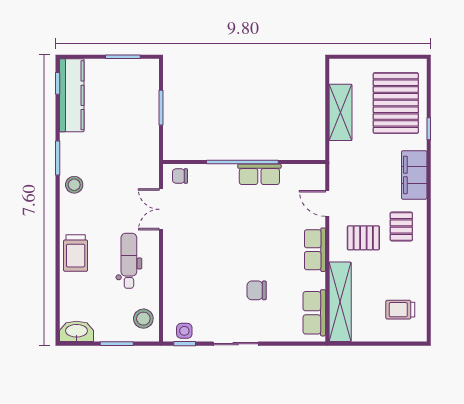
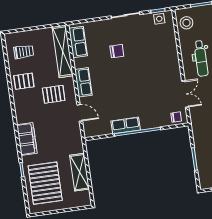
pallet: (401, 227) -> (24, 81), moved, turned 90

